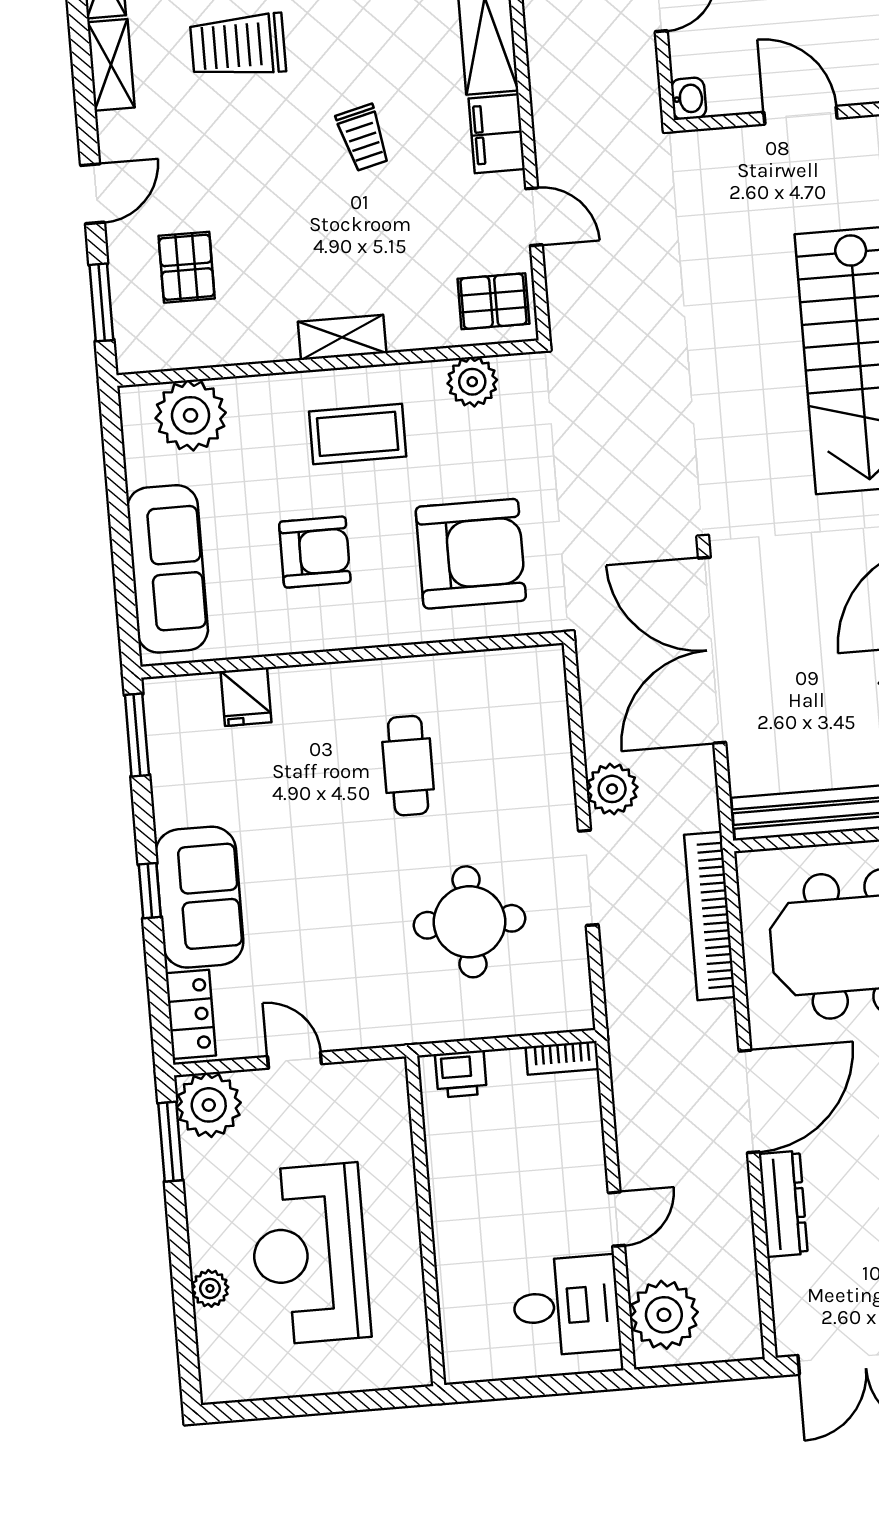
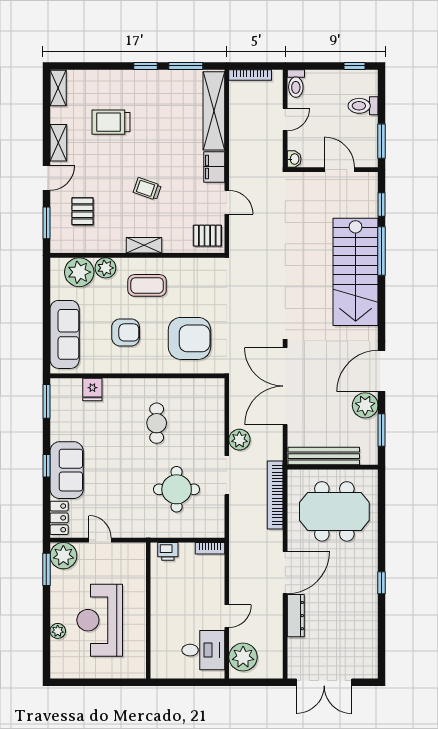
shelving: (111, 65) -> (58, 143), moved
trolley: (363, 138) -> (147, 189), moved, turned 123
plant: (472, 382) -> (105, 268), moved

